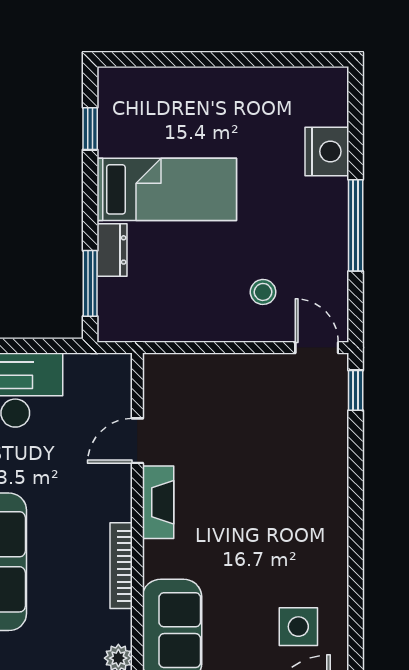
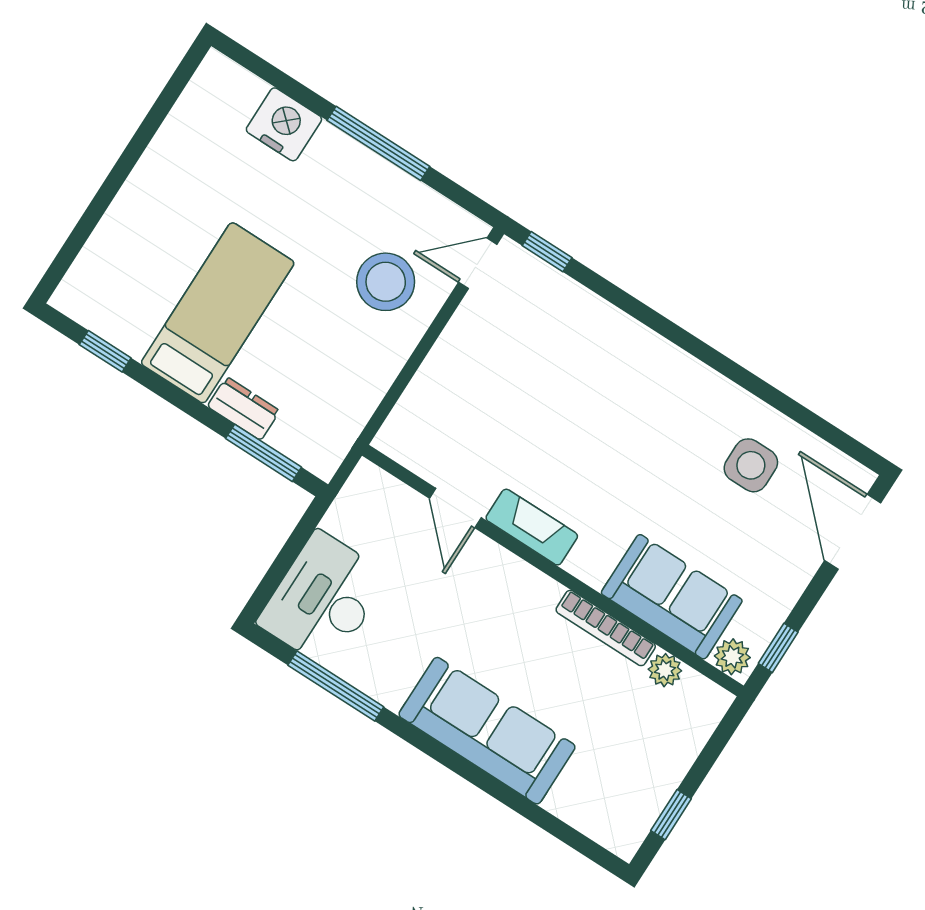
stool: (263, 292) -> (386, 282), width x1.89, depth x1.89
bookcase: (121, 566) -> (606, 628), moved

